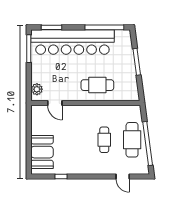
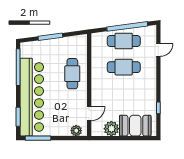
plant: (39, 127) -> (111, 129), added
cafe table: (104, 140) -> (124, 67), width x1.37, depth x1.35

